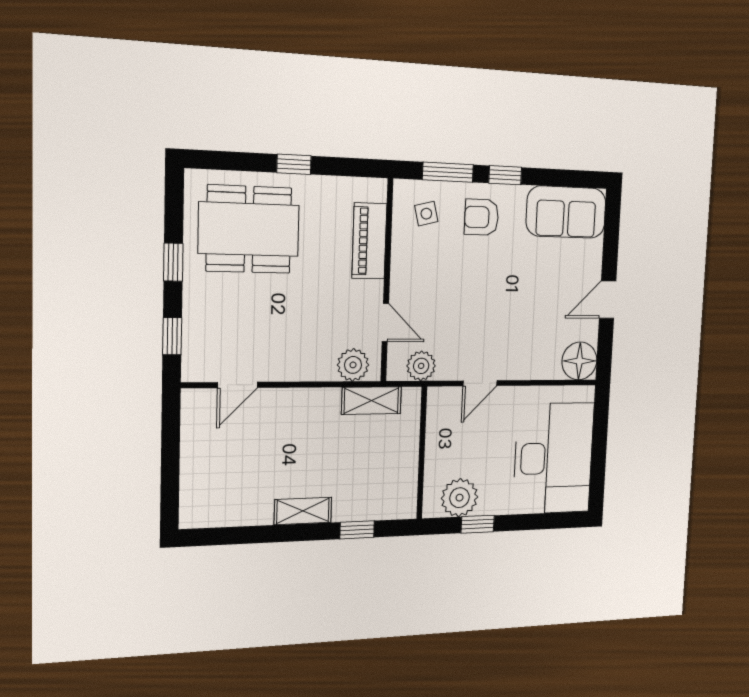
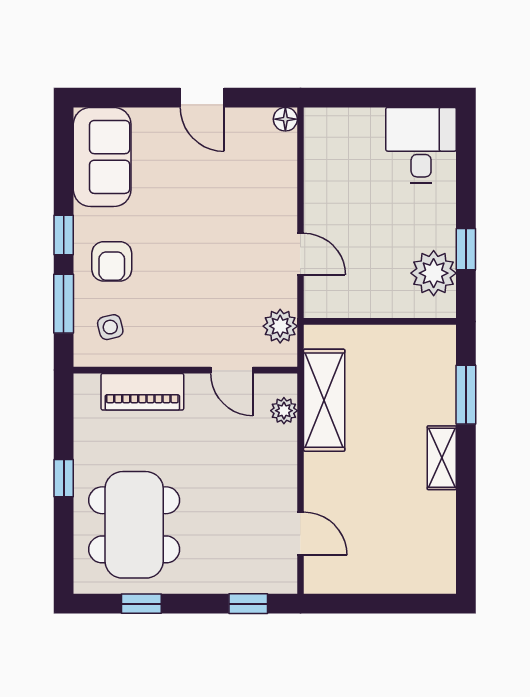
window: (173, 262) -> (141, 604), moved
door: (385, 323) -> (232, 370), swing flipped
floor lamp: (579, 361) -> (285, 119), width x0.53, depth x0.53
plant: (353, 365) -> (284, 411), width x0.73, depth x0.73
shelving: (371, 401) -> (324, 400), width x1.50, depth x1.33
desk: (554, 458) -> (421, 145), width x0.53, depth x0.77
window: (357, 530) -> (466, 395), width x1.50

